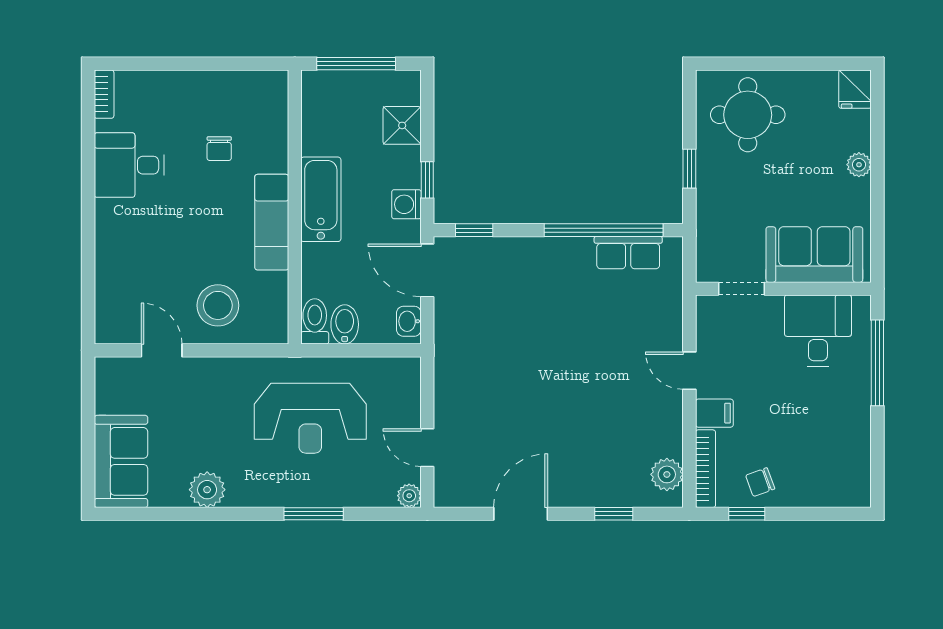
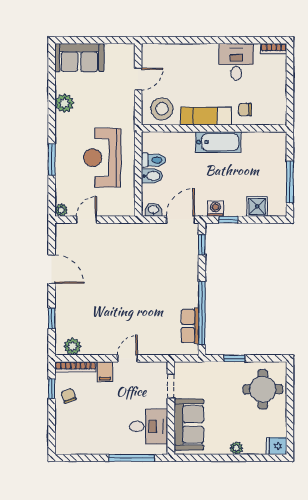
bathtub: (321, 199) -> (218, 142), moved
wall: (295, 207) -> (214, 128), moved
exam couch: (272, 222) -> (206, 116), moved

